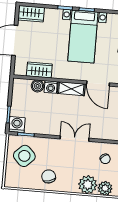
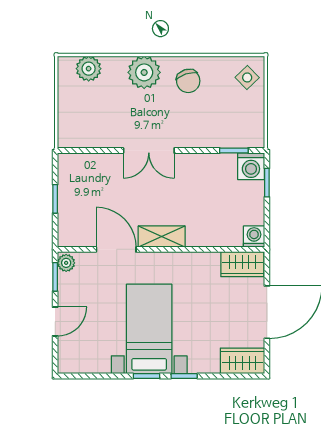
wardrobe: (39, 70) -> (242, 264), moved
boiler: (38, 86) -> (221, 236), removed
washing machine: (51, 87) -> (254, 237), moved
side table: (24, 156) -> (247, 77), moved, width x0.54, depth x0.54
chair: (105, 159) -> (93, 120), removed
plant: (88, 185) -> (144, 72), moved

